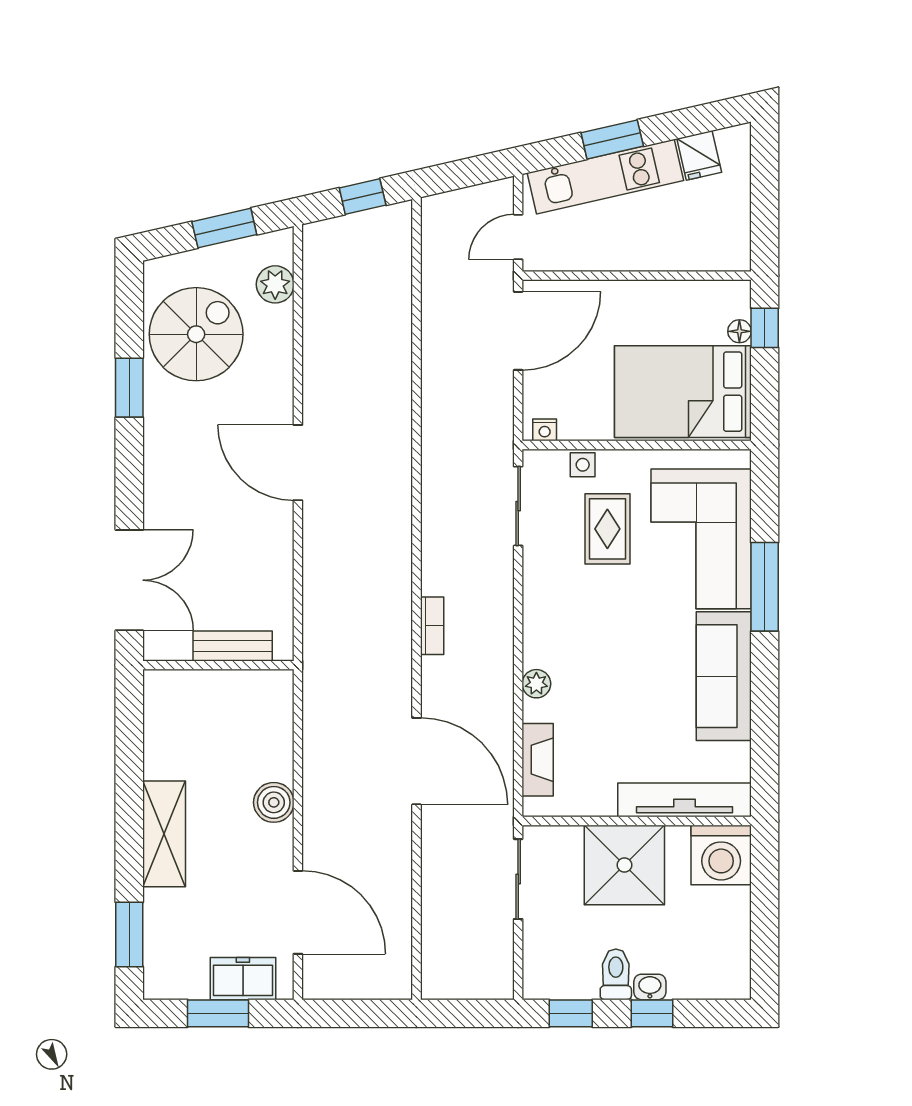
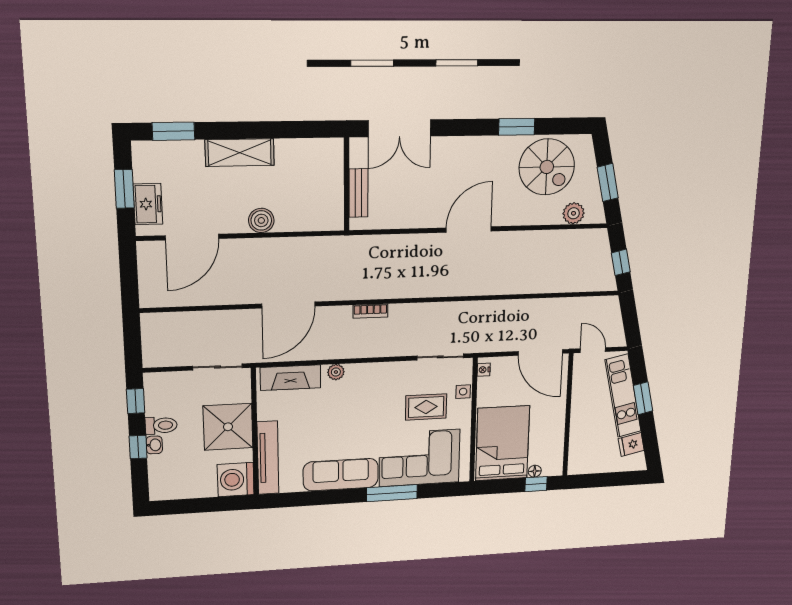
fireplace: (538, 760) -> (290, 378), width x1.37, depth x1.32

